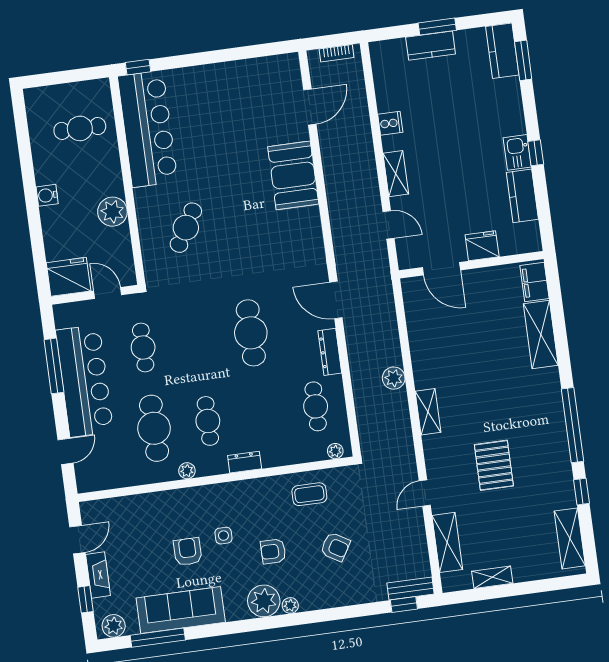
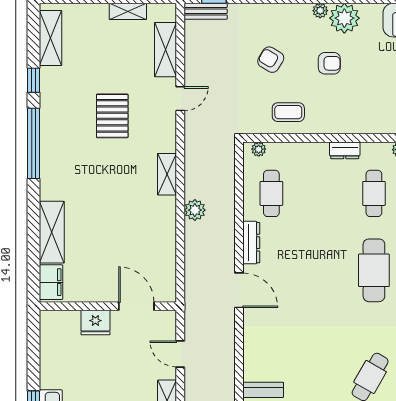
kitchen counter: (522, 196) -> (51, 364), removed
cafe table: (251, 333) -> (374, 270), moved
side table: (223, 536) -> (374, 84), removed

